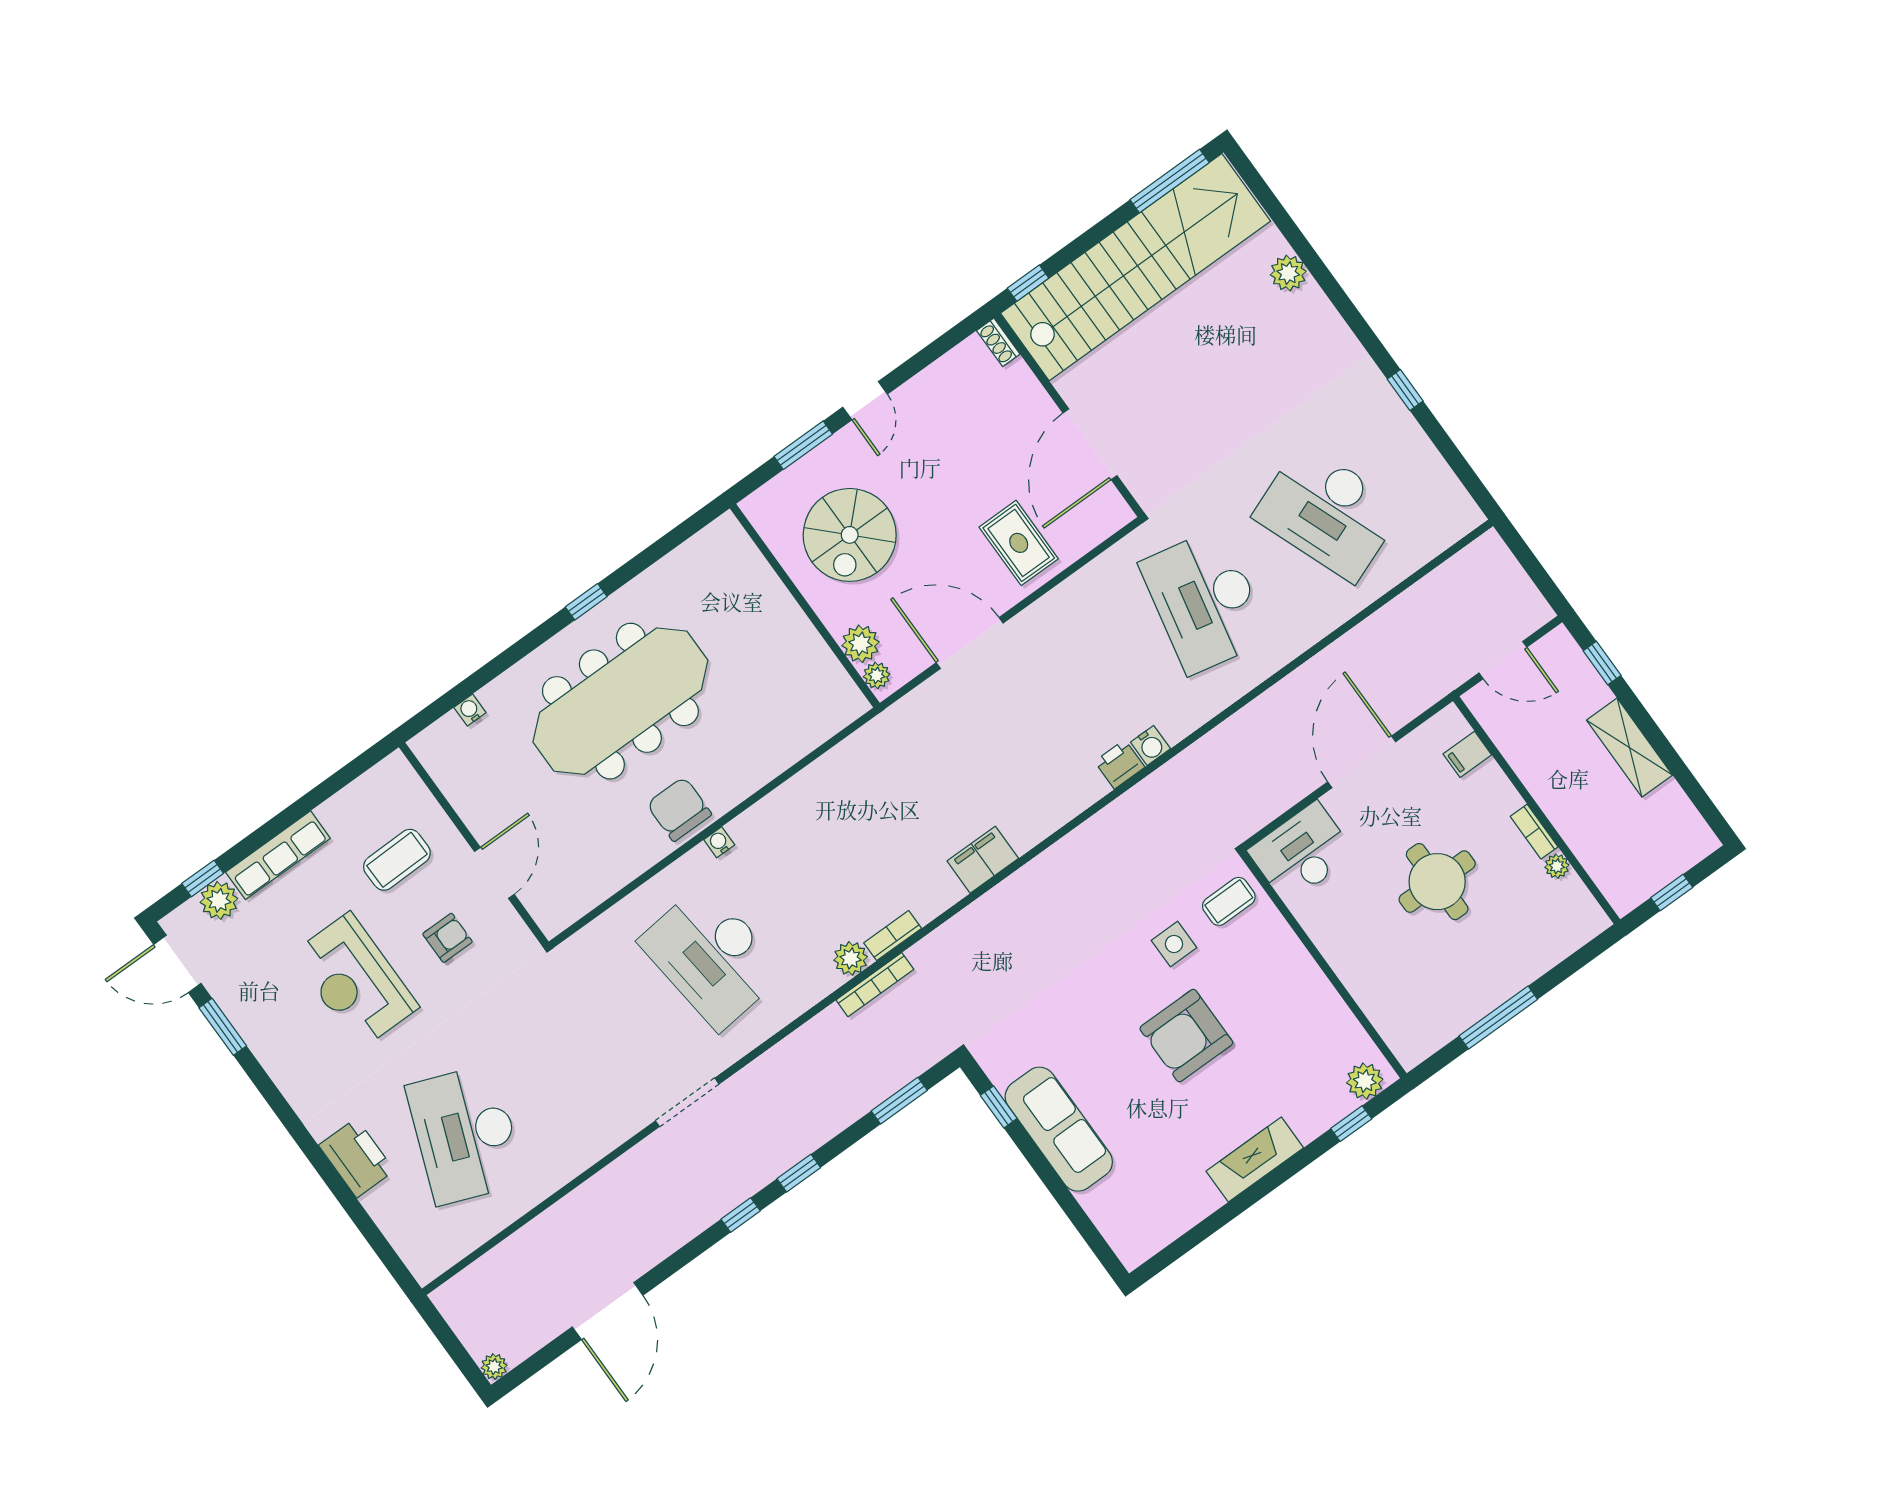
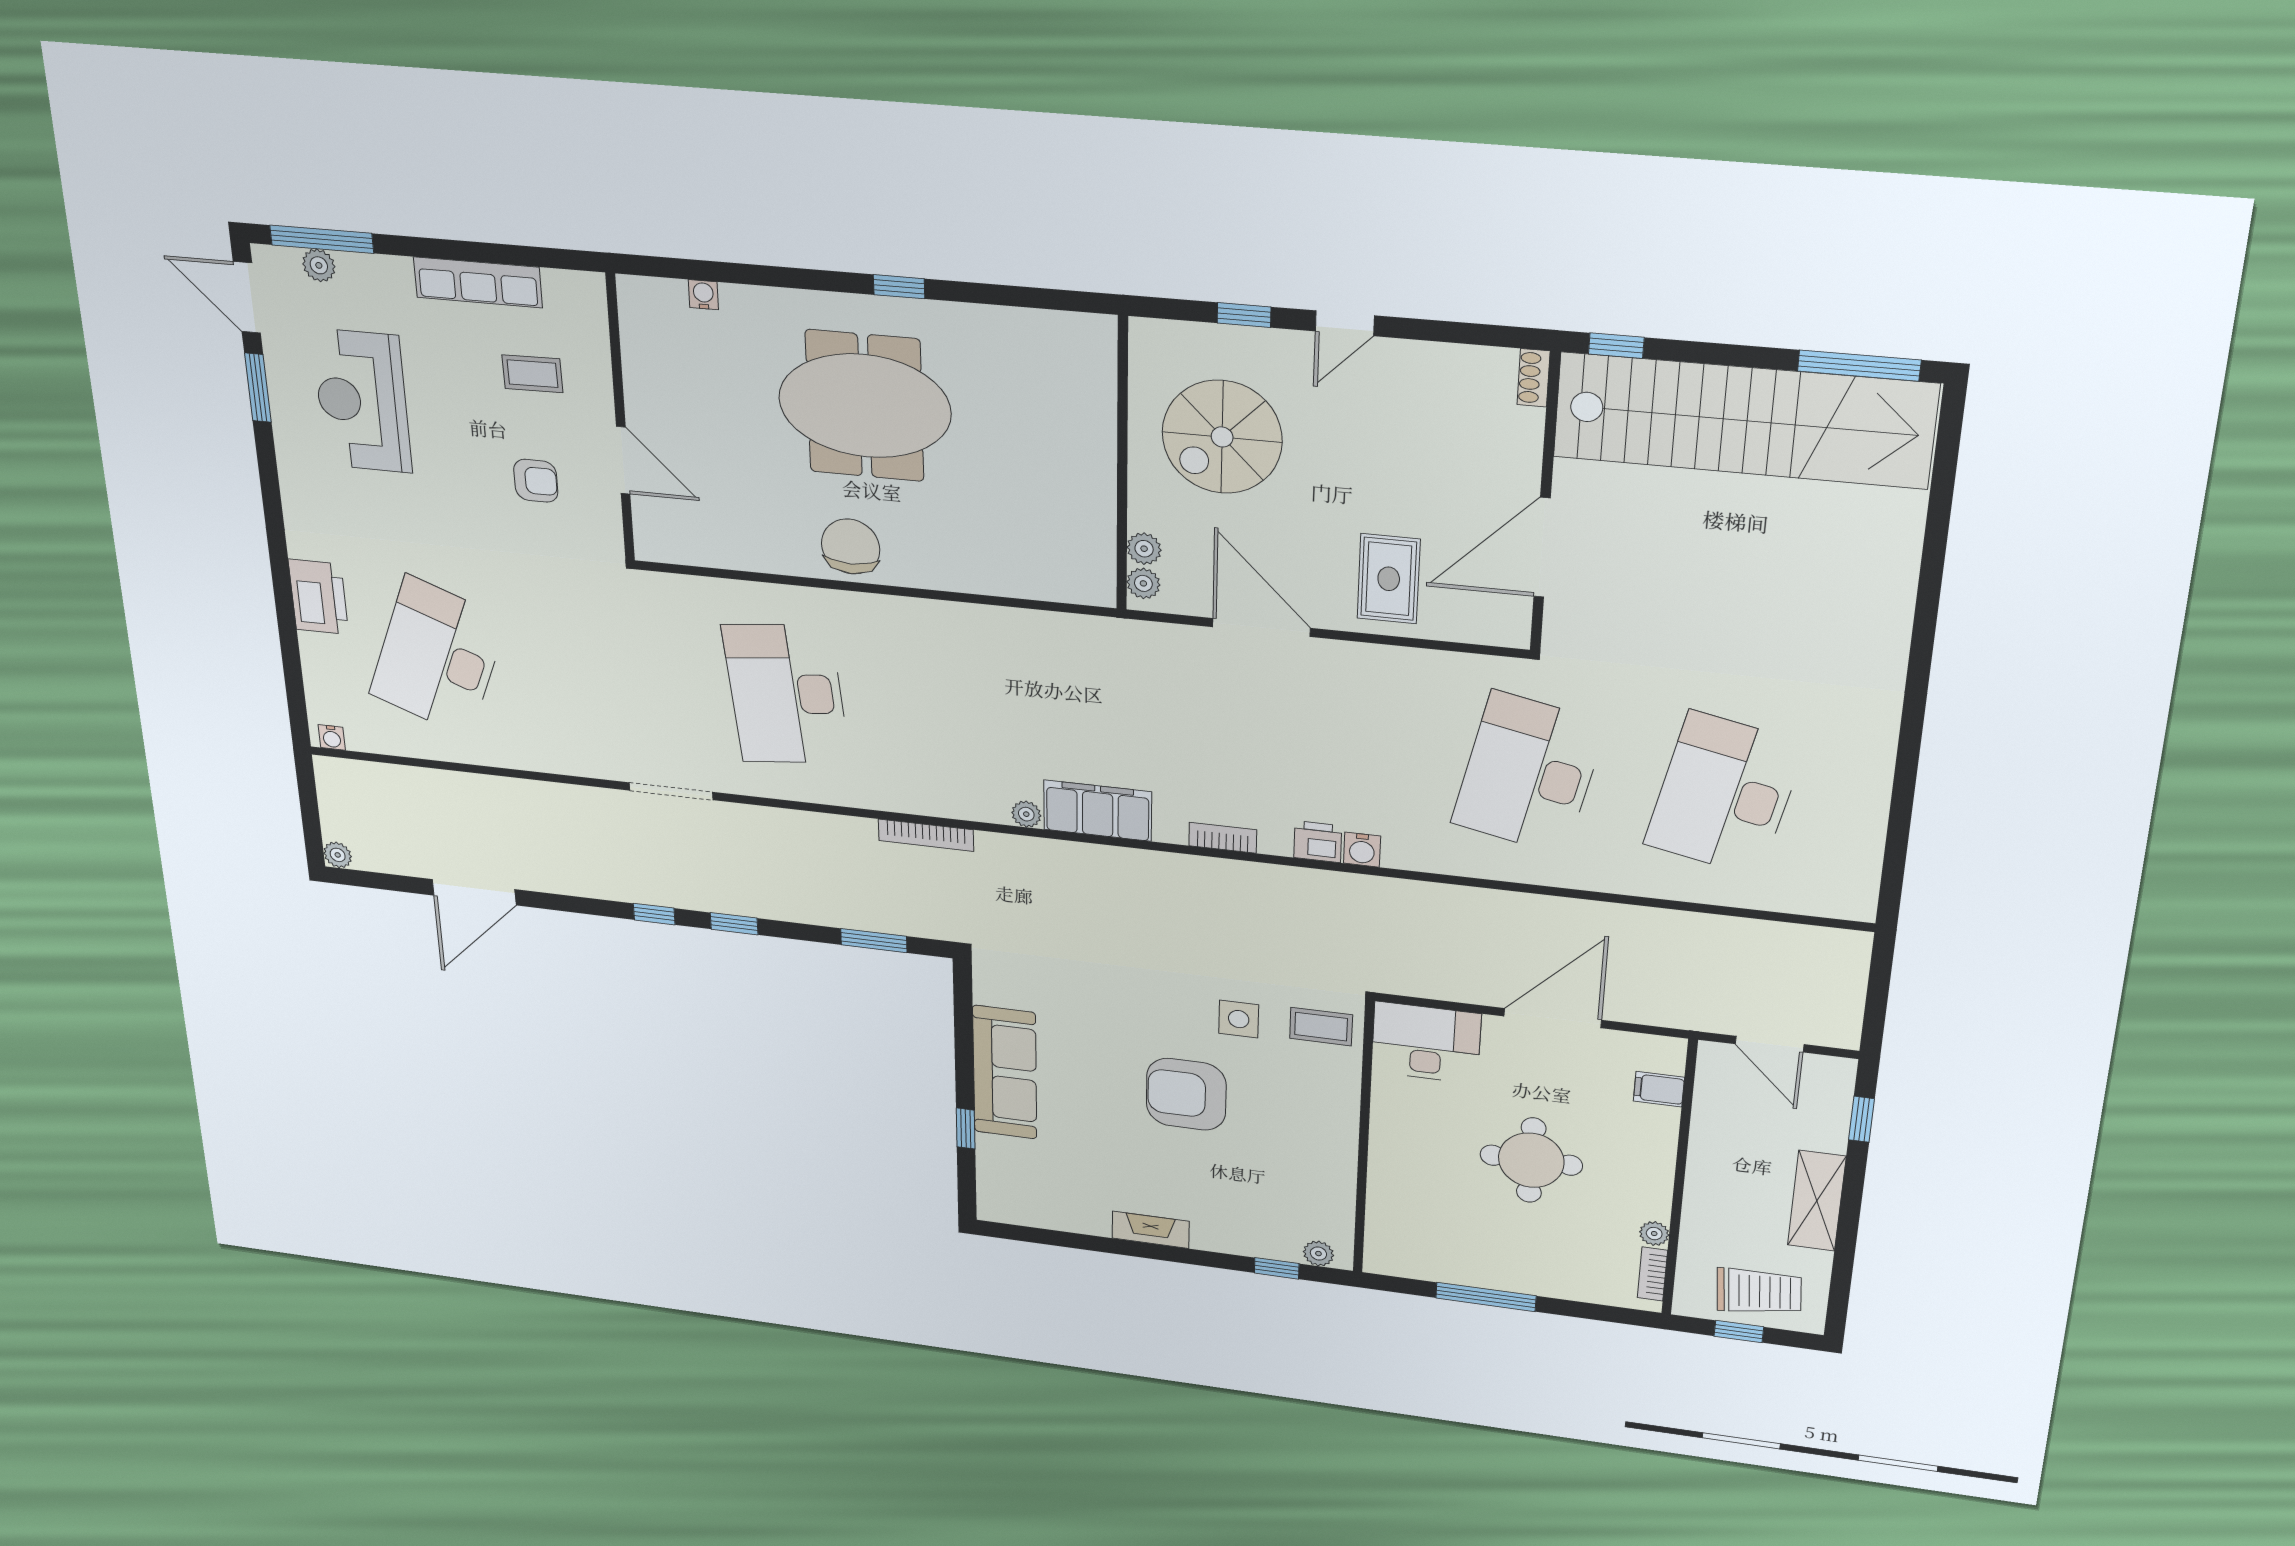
plant: (1288, 273) -> (1897, 553), removed
window: (1405, 390) -> (1908, 751), removed
window: (803, 445) -> (1244, 315), width x0.67
desk: (1328, 512) -> (1724, 794), turned 33
plant: (861, 644) -> (1144, 549), width x0.73, depth x0.73
meeting table: (620, 701) -> (865, 406), width x0.73
bookcase: (1534, 832) -> (1652, 1274), moved
water cooler: (719, 842) -> (332, 737), moved, turned 180
trolley: (1656, 849) -> (1759, 1291), added
row of seats: (278, 855) -> (478, 282), moved
coffee table: (397, 860) -> (532, 374), width x0.73, depth x0.77
filing cabinet: (983, 860) -> (1098, 811), width x1.50, depth x1.17
door: (494, 873) -> (623, 460), hinge flipped
window: (203, 878) -> (322, 239), width x2.17
plant: (219, 900) -> (319, 265), width x0.73, depth x0.73
bookcase: (893, 936) -> (1223, 838), moved
plant: (851, 958) -> (1026, 814), moved, width x0.73, depth x0.73
reception desk: (355, 981) -> (362, 401), moved
plant: (1365, 1081) -> (1318, 1254), width x0.73, depth x0.73
window: (999, 1107) -> (966, 1128), moved
fireplace: (1255, 1159) -> (1151, 1230), width x0.73, depth x0.76

